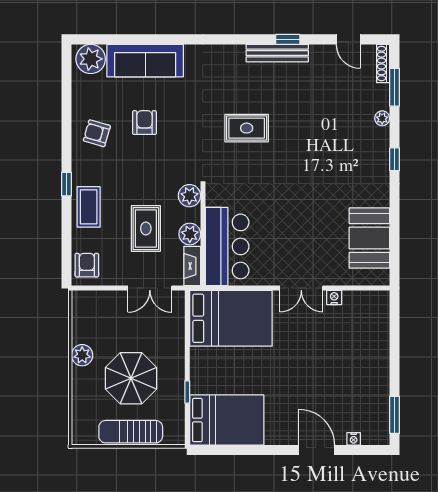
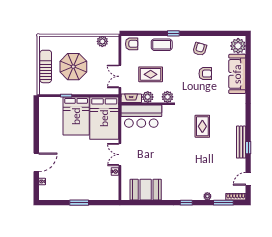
plant: (82, 355) -> (102, 41), moved
window: (395, 415) -> (79, 203), moved
bed: (227, 420) -> (76, 116), moved

